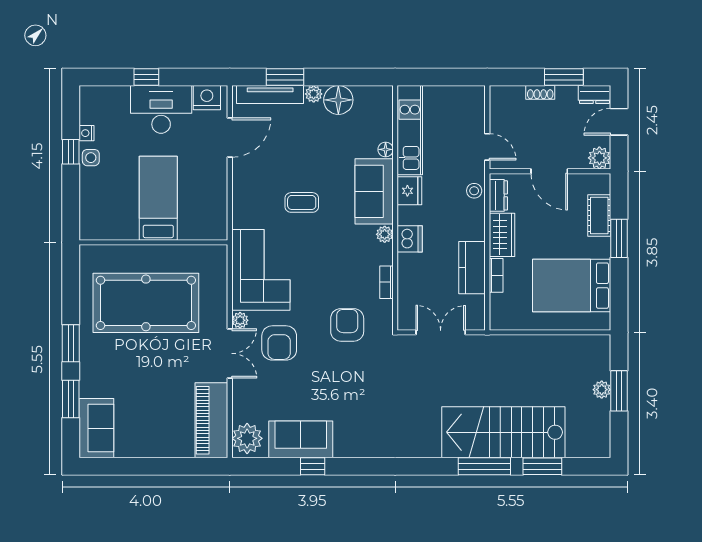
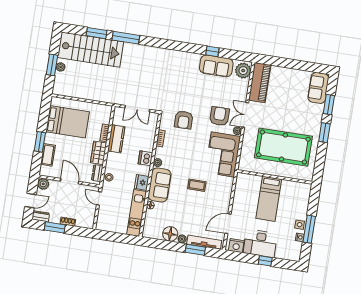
window: (71, 152) -> (309, 229), width x2.17
stairs: (503, 432) -> (91, 50), moved

